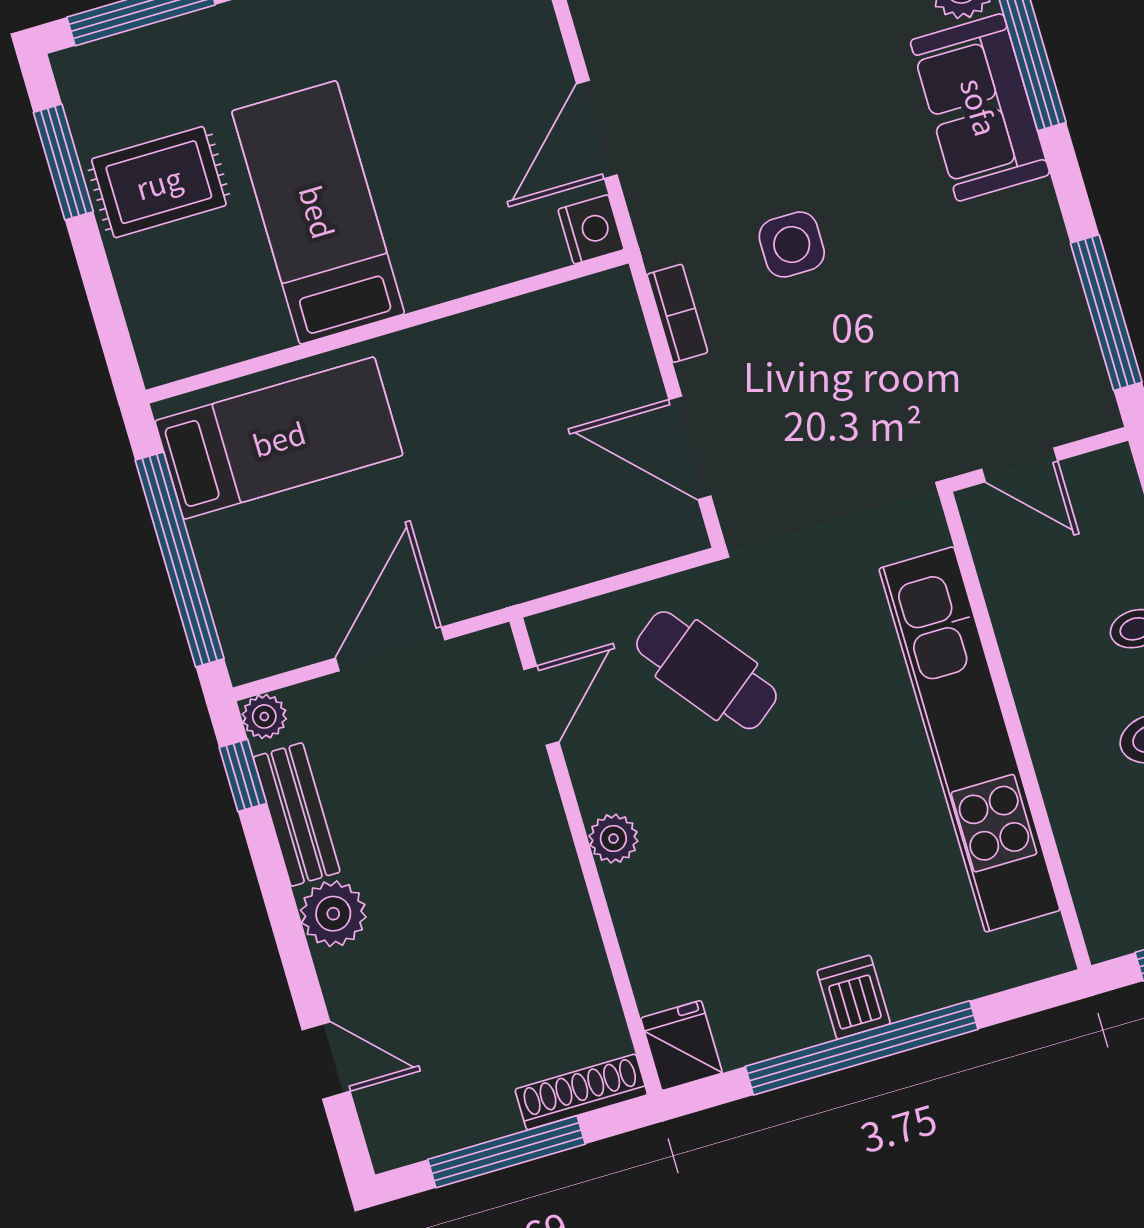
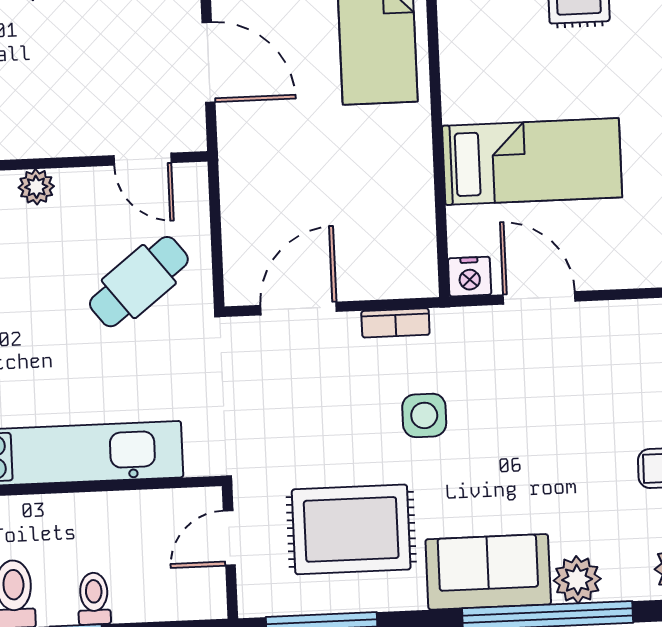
bed: (318, 212) -> (532, 162), moved
rug: (968, 305) -> (351, 529), added

